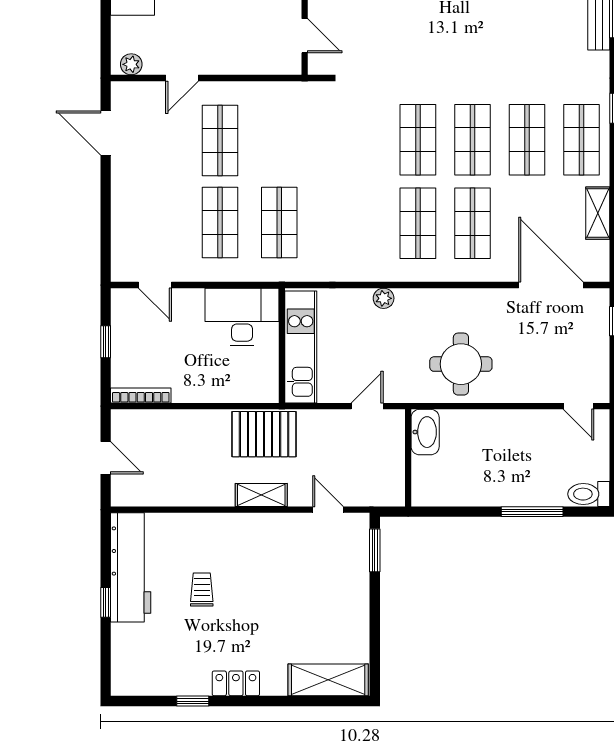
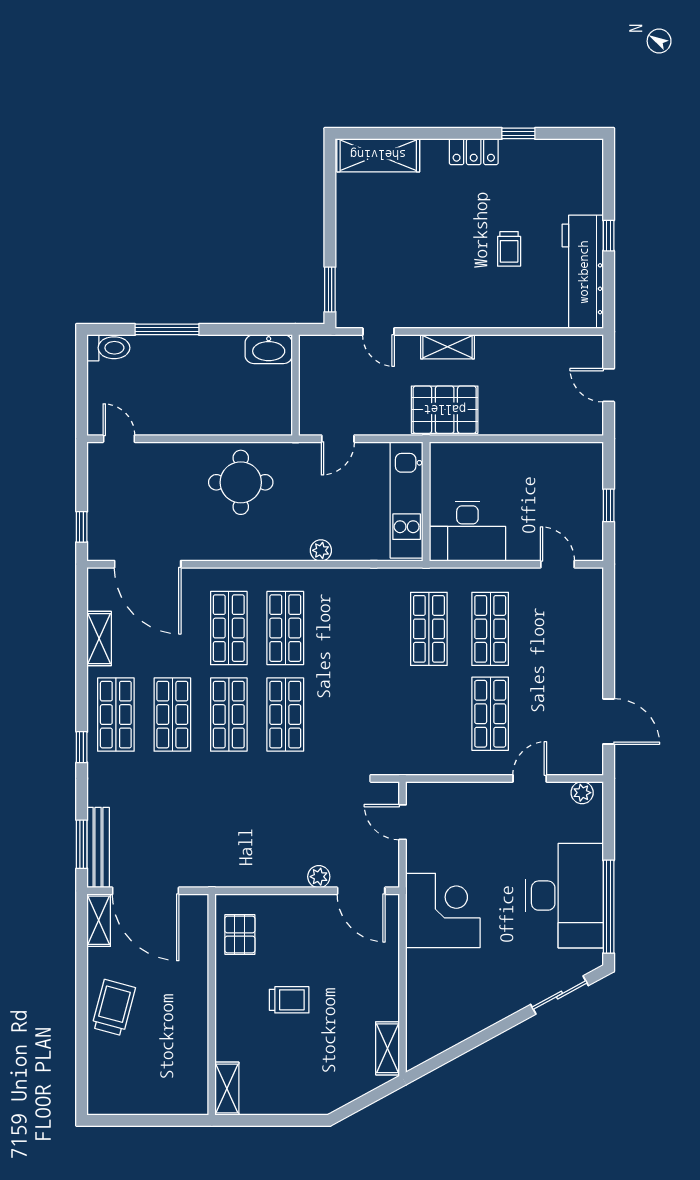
bookcase: (141, 395) -> (572, 450), removed
washbasin: (425, 432) -> (269, 349), moved, turned -90

